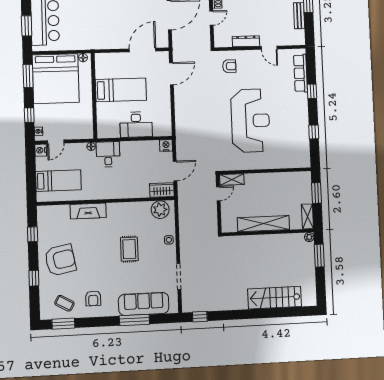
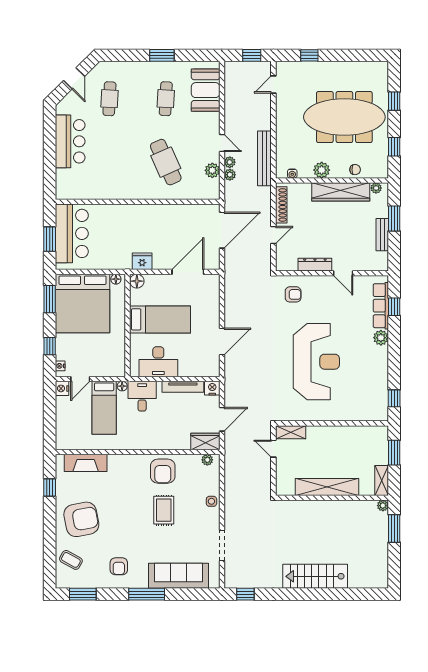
fridge: (104, 42) -> (142, 261), added
floor lamp: (101, 59) -> (137, 281), added
door: (171, 74) -> (222, 342), moved
window: (312, 91) -> (394, 307), moved
plant: (302, 99) -> (381, 338), added
desk: (136, 125) -> (158, 362), moved
window: (314, 132) -> (394, 398), moved
tv unit: (142, 145) -> (183, 387), added
bed: (58, 181) -> (104, 408), moved, turned 90
door: (218, 194) -> (273, 449), swing flipped
plant: (160, 210) -> (207, 460), width x0.53, depth x0.53
fireplace: (88, 211) -> (86, 463), moved
armchair: (127, 216) -> (163, 471), added
window: (34, 278) -> (50, 539), removed
stairs: (275, 298) -> (315, 576), moved
coffee table: (64, 303) -> (71, 560), moved
window: (134, 320) -> (147, 594), moved

